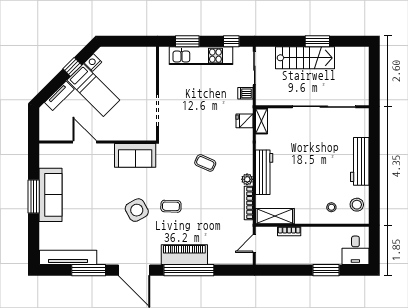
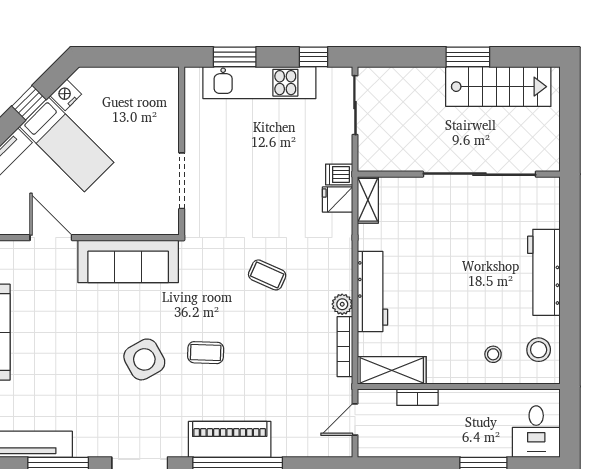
stairs: (305, 58) -> (498, 87), moved
dishwasher: (245, 93) -> (339, 175), moved
sofa: (135, 155) -> (128, 261), width x1.36

